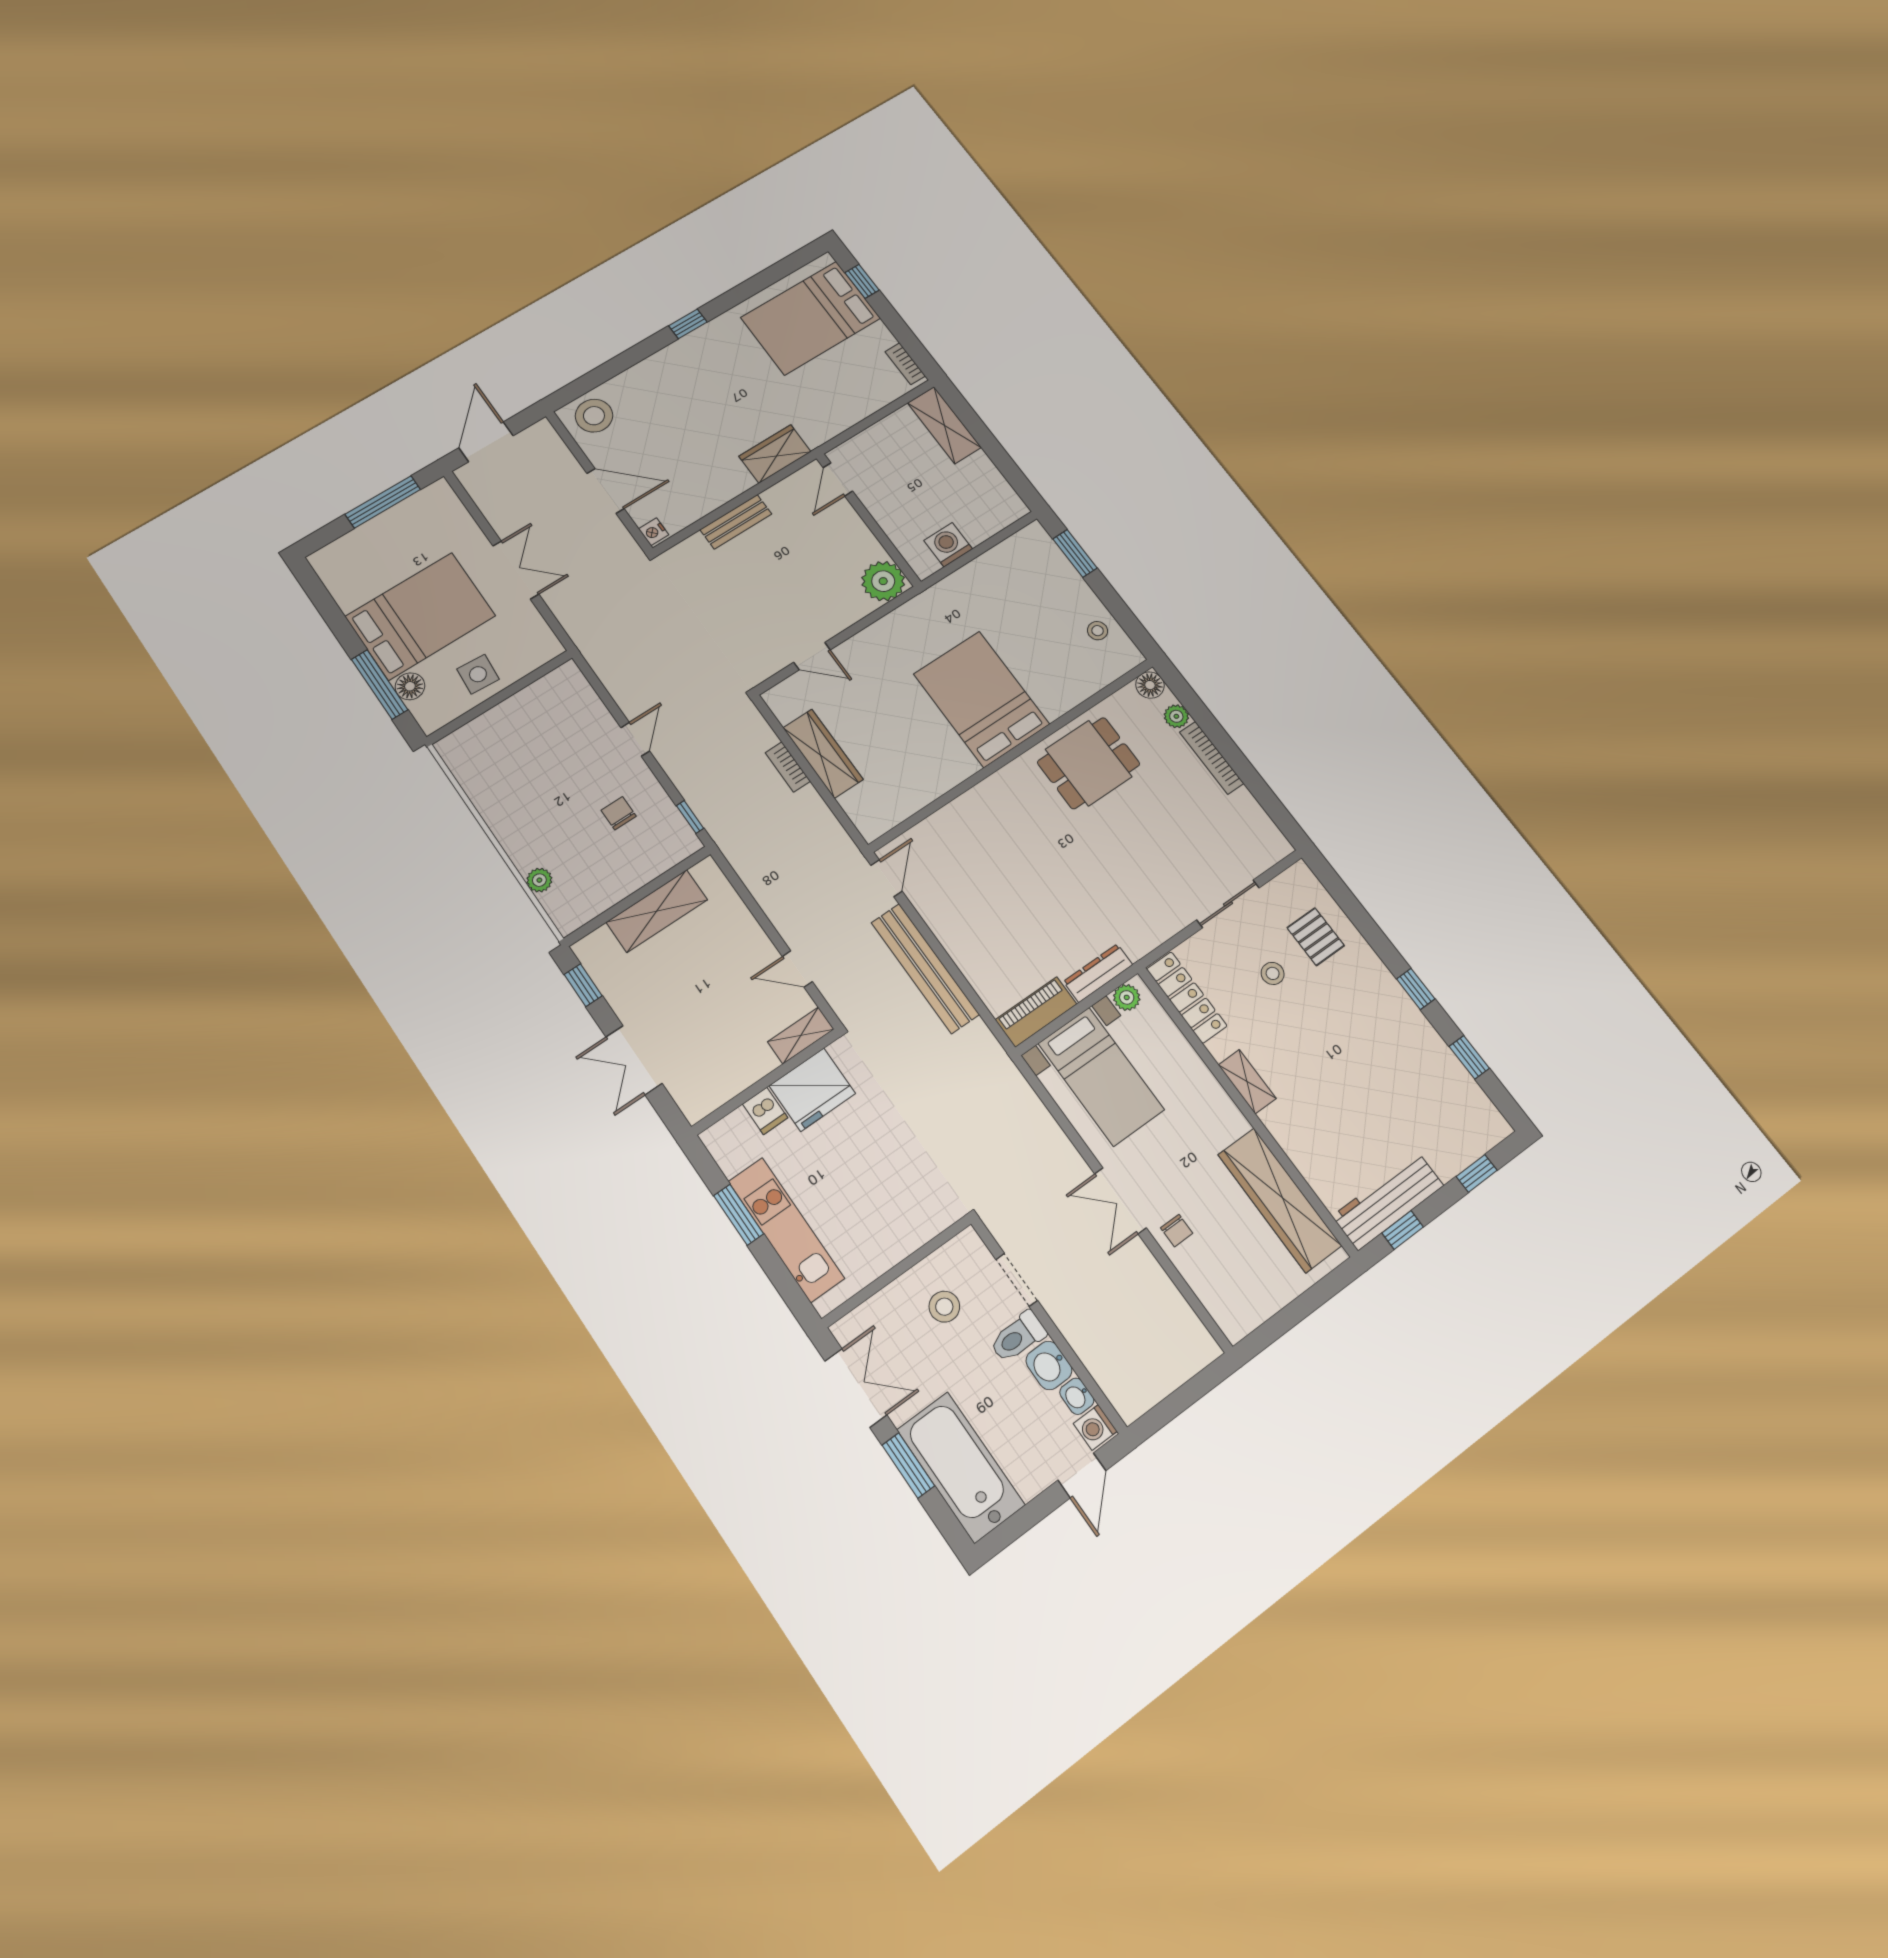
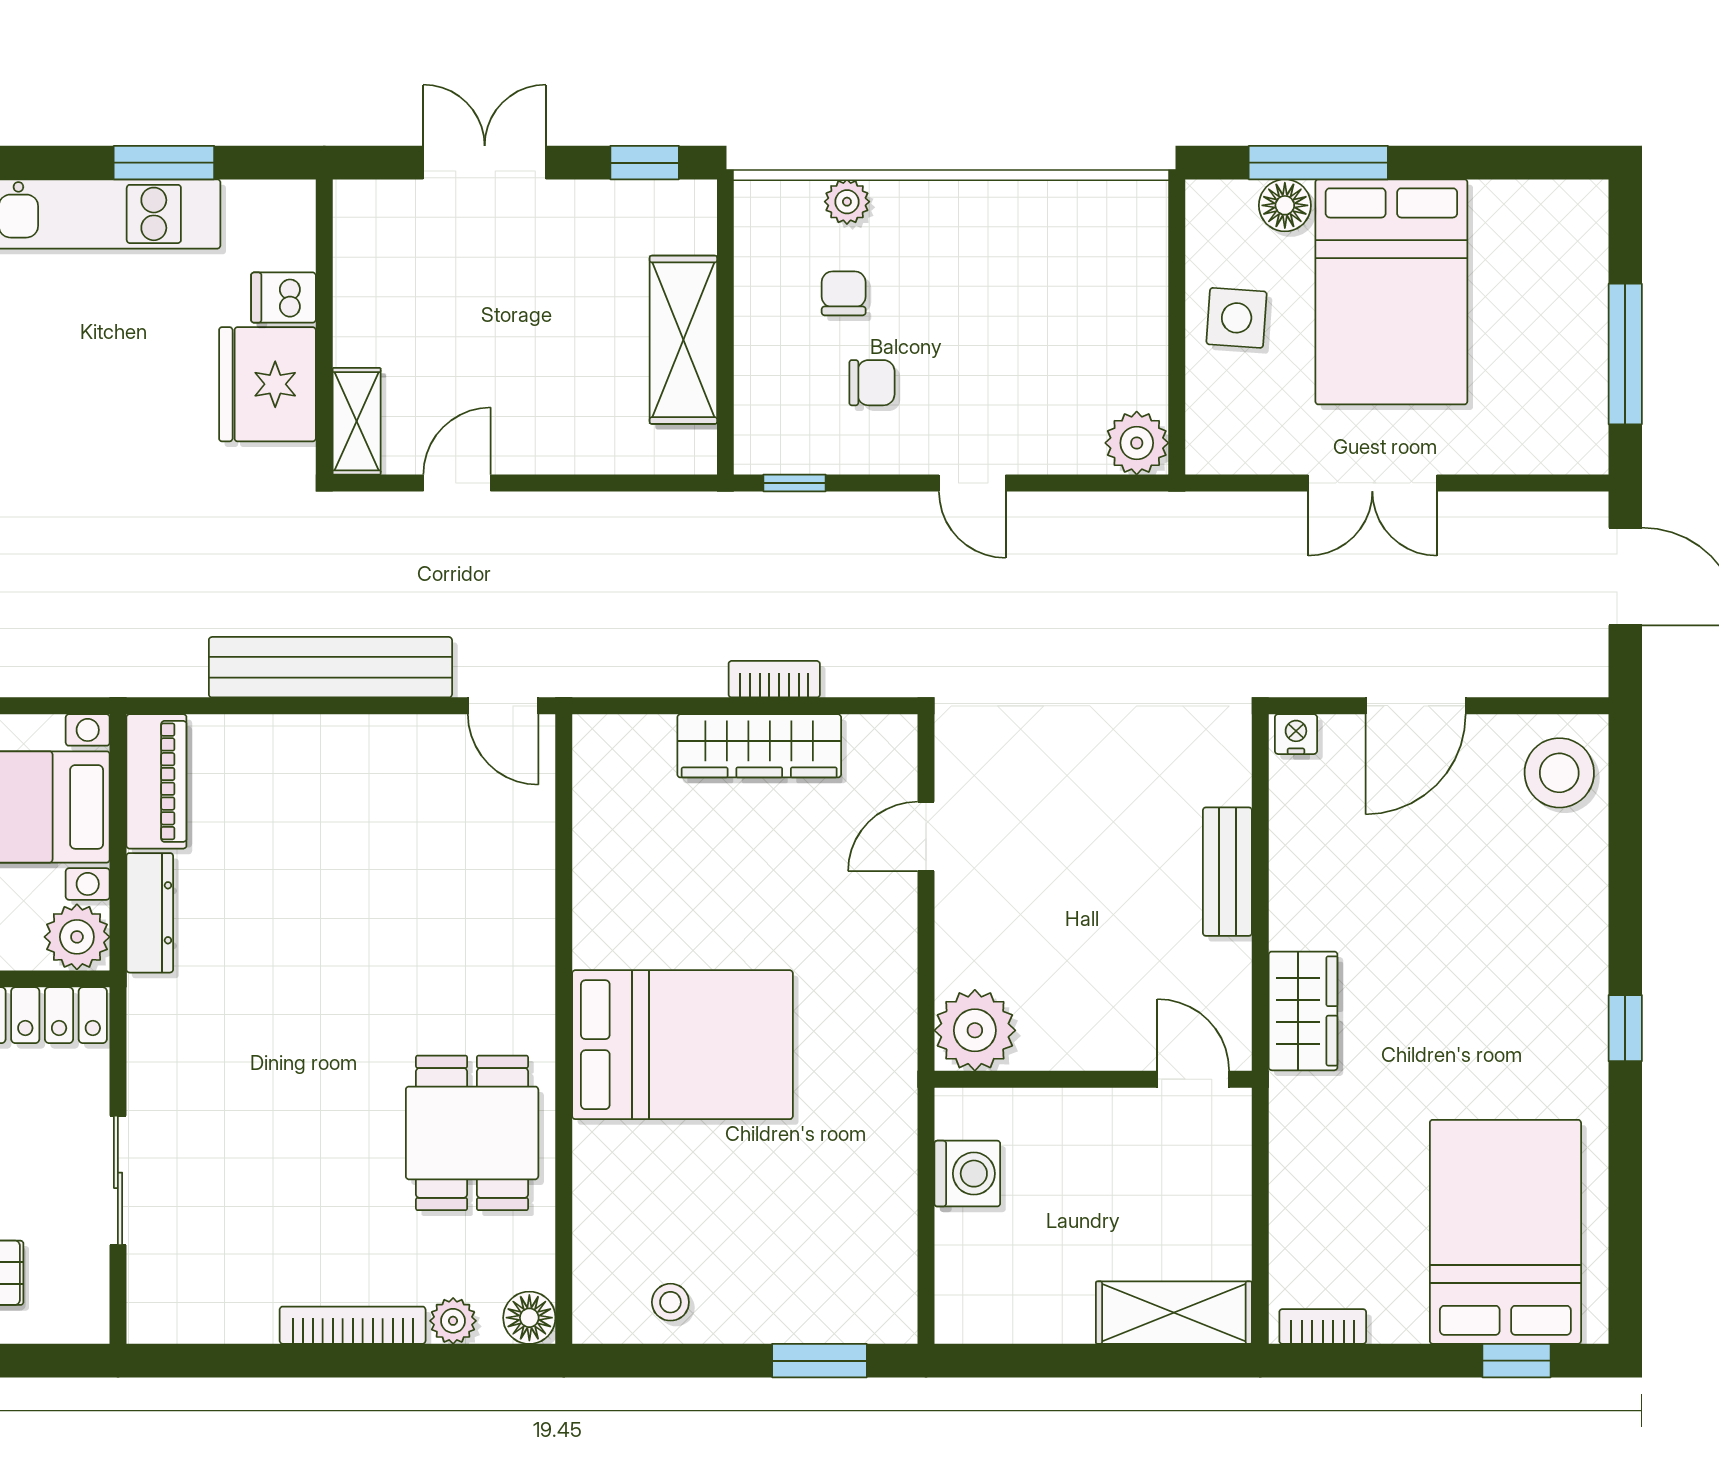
plant: (567, 680) -> (1137, 443), added
chair: (585, 853) -> (844, 293), added
plant: (1127, 997) -> (77, 937), width x1.38, depth x1.38

